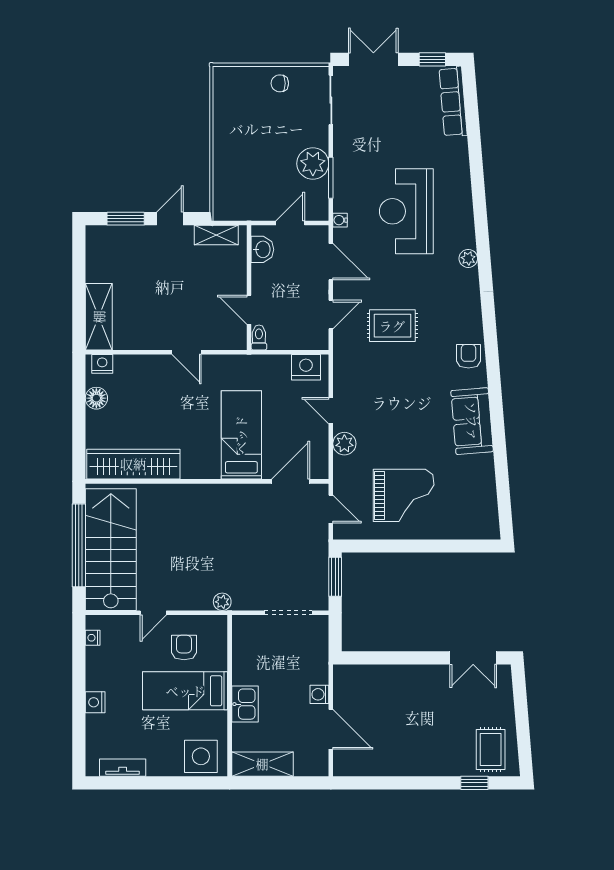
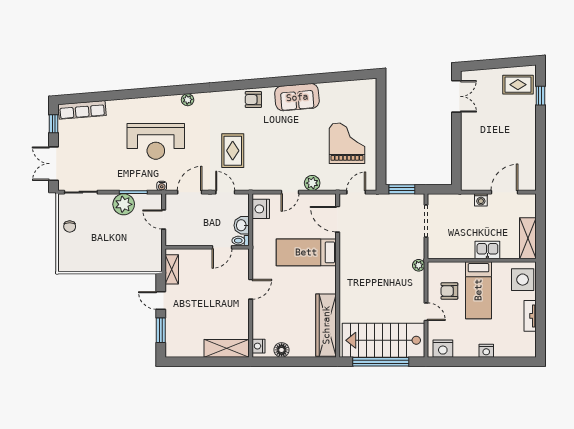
washbasin: (262, 249) -> (242, 225), moved, turned -90
nightstand: (93, 638) -> (443, 349), width x1.89, depth x1.79
tv unit: (123, 768) -> (530, 316), moved

